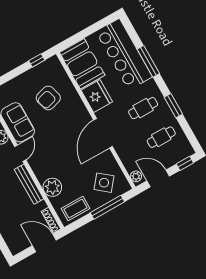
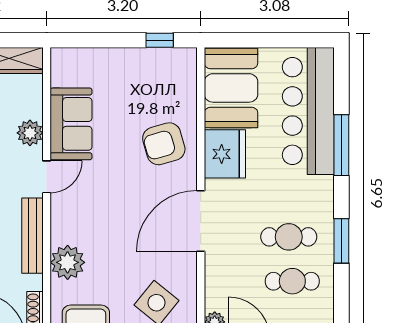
armchair: (48, 98) -> (164, 144), moved
cafe table: (143, 108) -> (289, 237), moved

